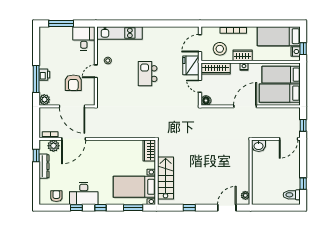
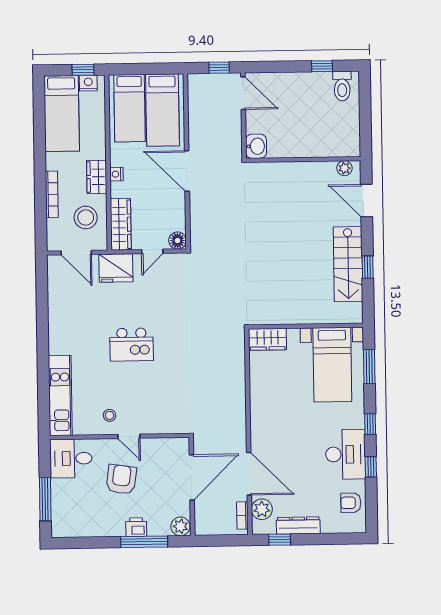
armchair: (73, 83) -> (121, 479), moved, turned -82
stairs: (166, 178) -> (348, 264), moved, turned -90

